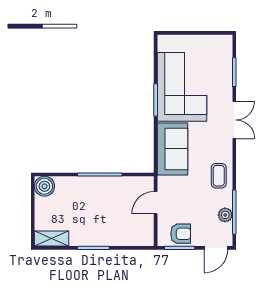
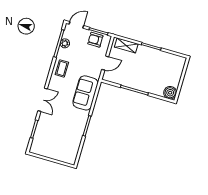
corner sofa: (182, 87) -> (69, 129), removed
double door: (234, 120) -> (43, 100), swing flipped
shelving: (52, 239) -> (126, 45), moved

